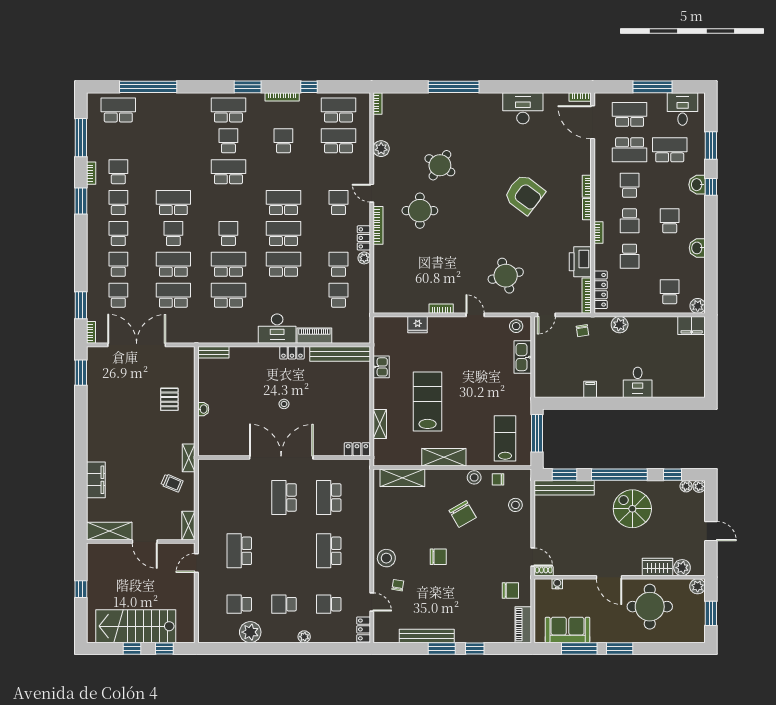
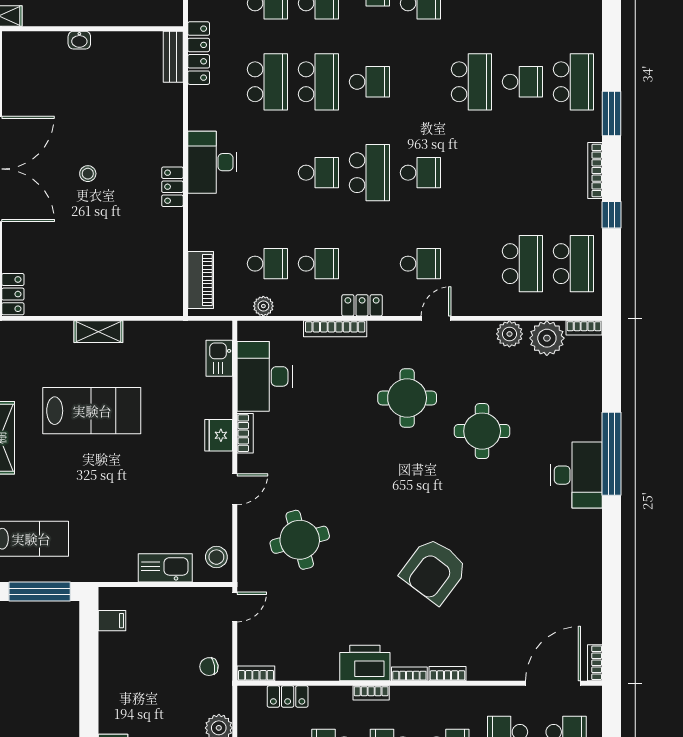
desk: (523, 108) -> (576, 475), moved
plant: (384, 126) -> (547, 338), added
school desk: (283, 141) -> (522, 173), removed
round table: (440, 165) -> (482, 431), turned -32
school desk: (283, 203) -> (420, 173), width x0.54
bookcase: (378, 225) -> (335, 329), moved
plant: (364, 258) -> (263, 306), moved
printer: (580, 262) -> (365, 663), moved
school desk: (283, 264) -> (318, 173), width x0.54
locker: (601, 290) -> (288, 696), width x0.66
bookcase: (587, 296) -> (256, 673), width x0.64
desk: (407, 297) -> (265, 376), added
door: (546, 315) -> (235, 607), swing flipped
fridge: (418, 325) -> (219, 435), moved
piano: (314, 336) -> (201, 280), moved
locker: (211, 337) -> (199, 53), added
bench: (340, 354) -> (171, 266), removed
kitchen sink: (381, 367) -> (219, 358), moved, turned 90
filing cabinet: (590, 389) -> (112, 621), moved
shelving: (380, 424) -> (98, 332), moved

